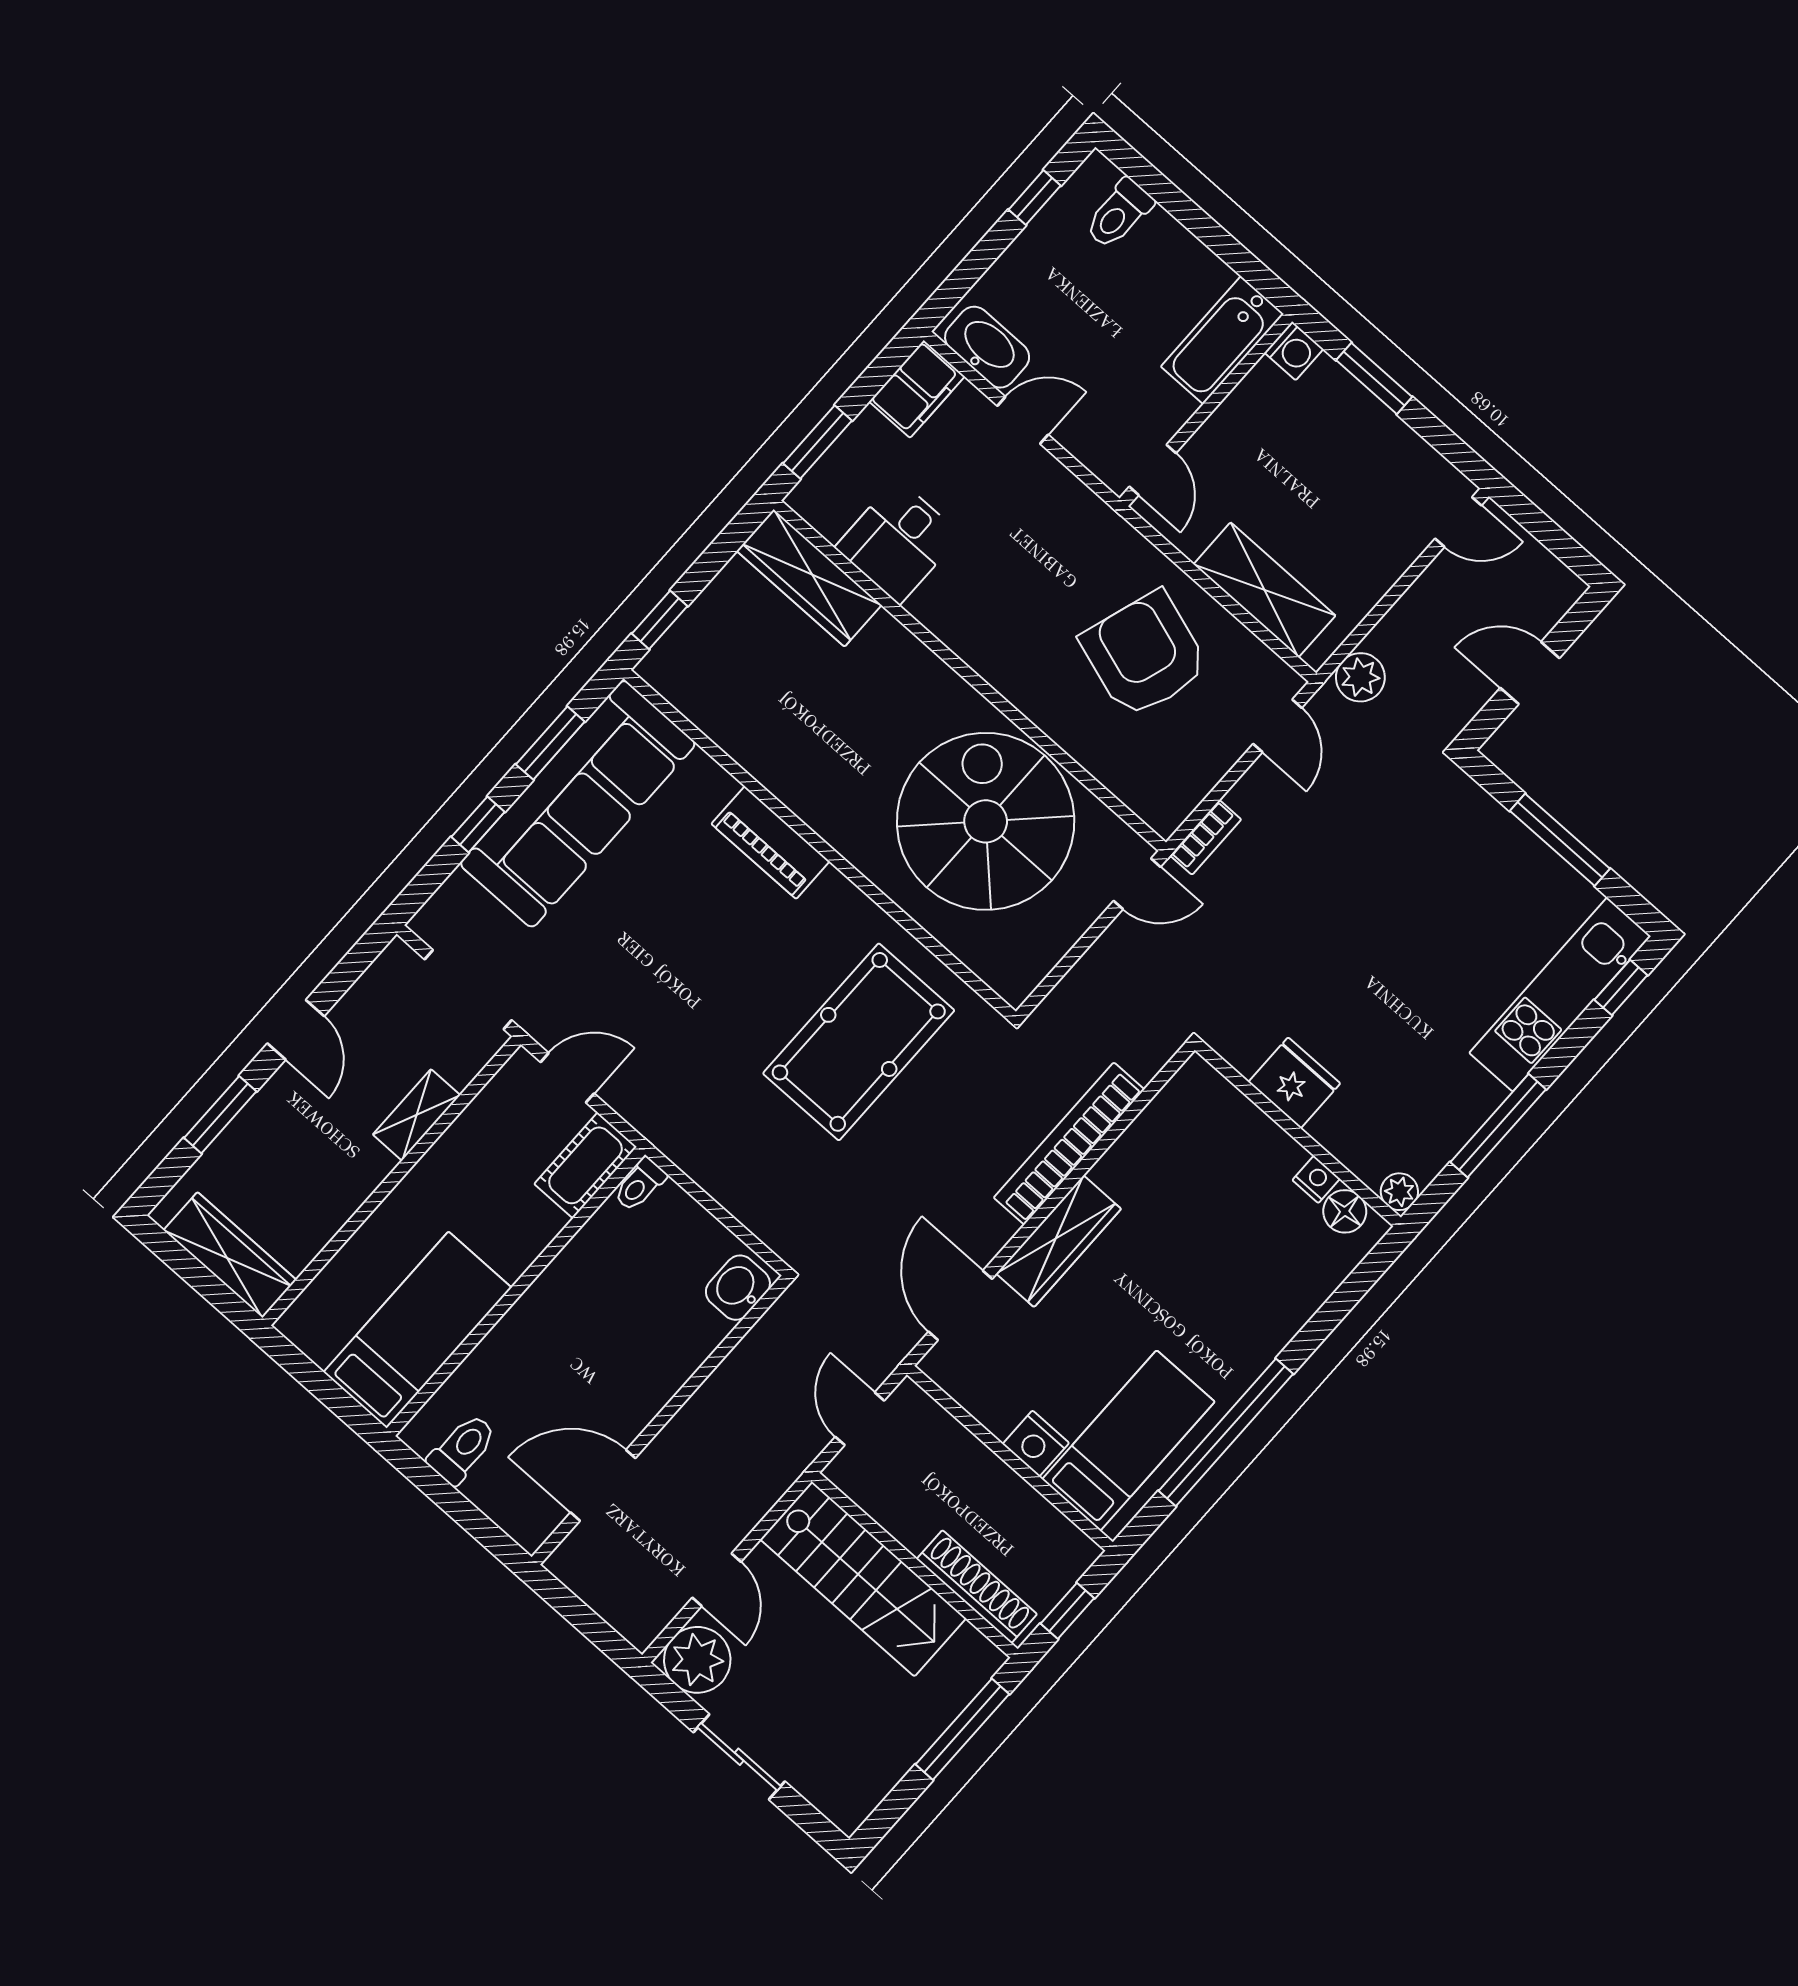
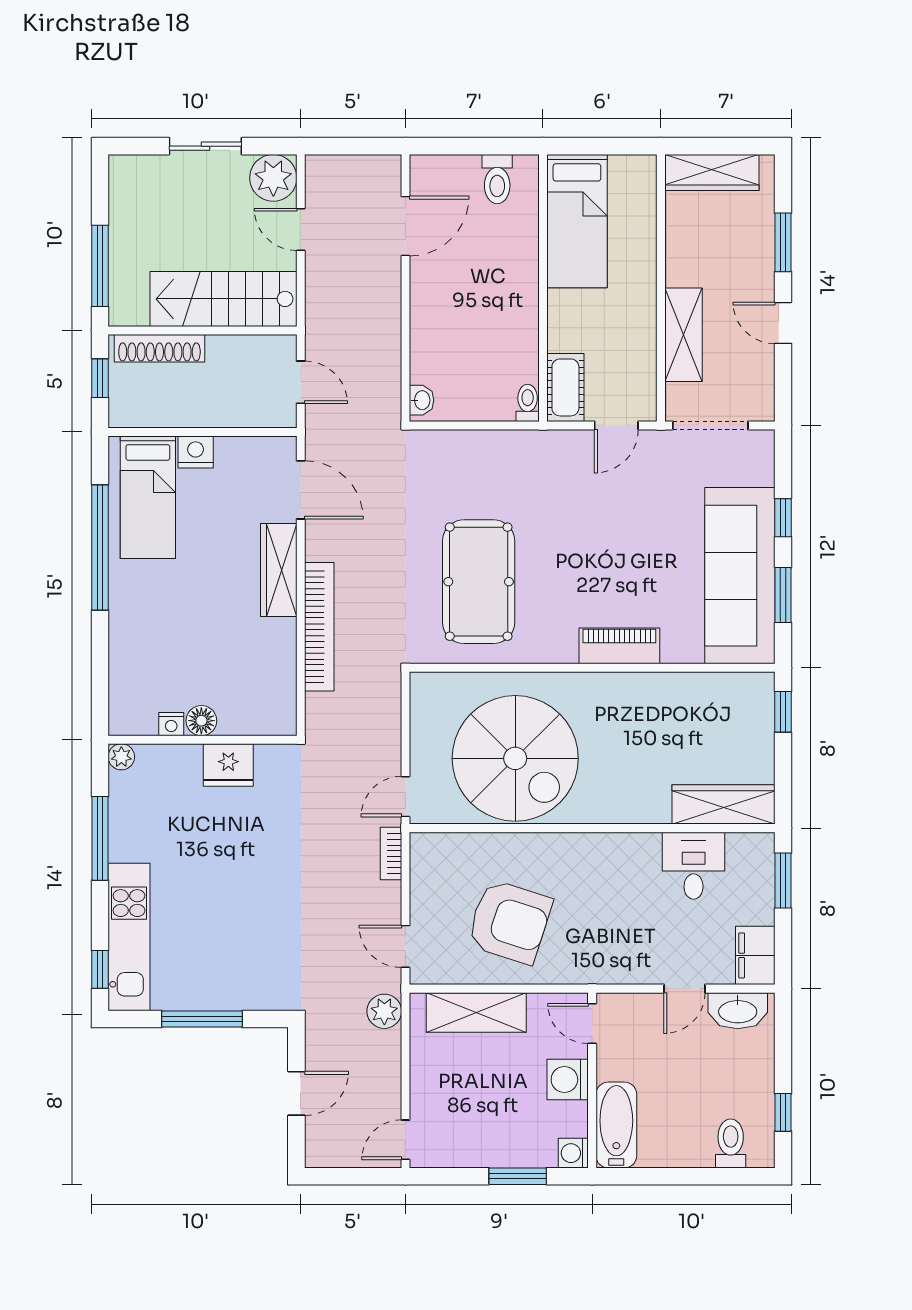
washing machine: (1231, 434) -> (568, 1080), added
shelving: (417, 1115) -> (684, 335), width x1.50, depth x1.33
floor lamp: (1345, 1211) -> (201, 721), moved
washbasin: (738, 1288) -> (422, 400), width x0.72, depth x0.69

